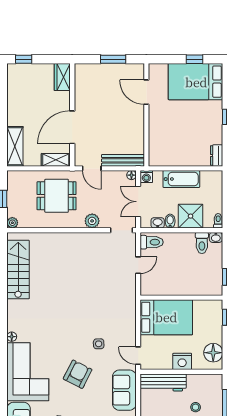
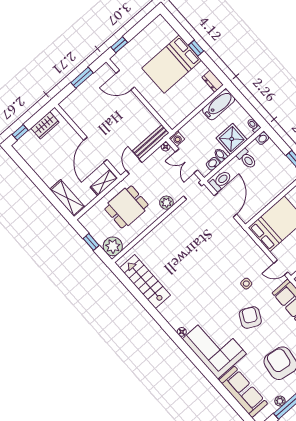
window: (195, 59) -> (119, 45), moved
wardrobe: (62, 77) -> (45, 125), moved, turned -90
bed: (196, 82) -> (172, 64), moved
door: (92, 168) -> (134, 166), swing flipped
bathtub: (181, 179) -> (219, 105), moved
plant: (12, 223) -> (113, 246), width x1.87, depth x1.87
toilet: (202, 243) -> (247, 159), moved
door: (138, 265) -> (225, 205), width x1.88

